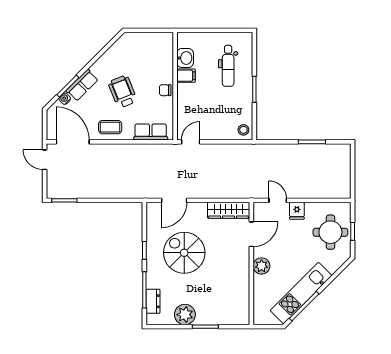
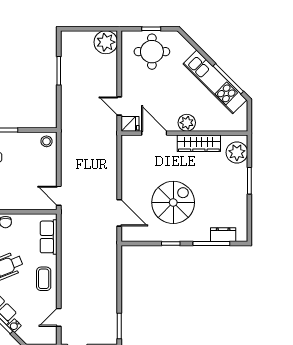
door: (73, 142) -> (59, 317), width x0.53
plant: (340, 187) -> (106, 42), added
door: (278, 200) -> (119, 106), hinge flipped
wardrobe: (229, 210) -> (199, 143), moved, turned 90
fridge: (297, 211) -> (130, 124), moved
spiral stairs: (184, 253) -> (173, 202), turned 180
plant: (185, 315) -> (237, 152), moved

